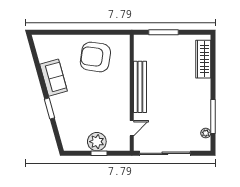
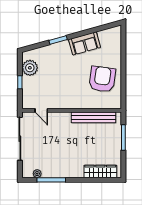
bench: (140, 87) -> (93, 117), moved
plant: (97, 142) -> (30, 68), moved

